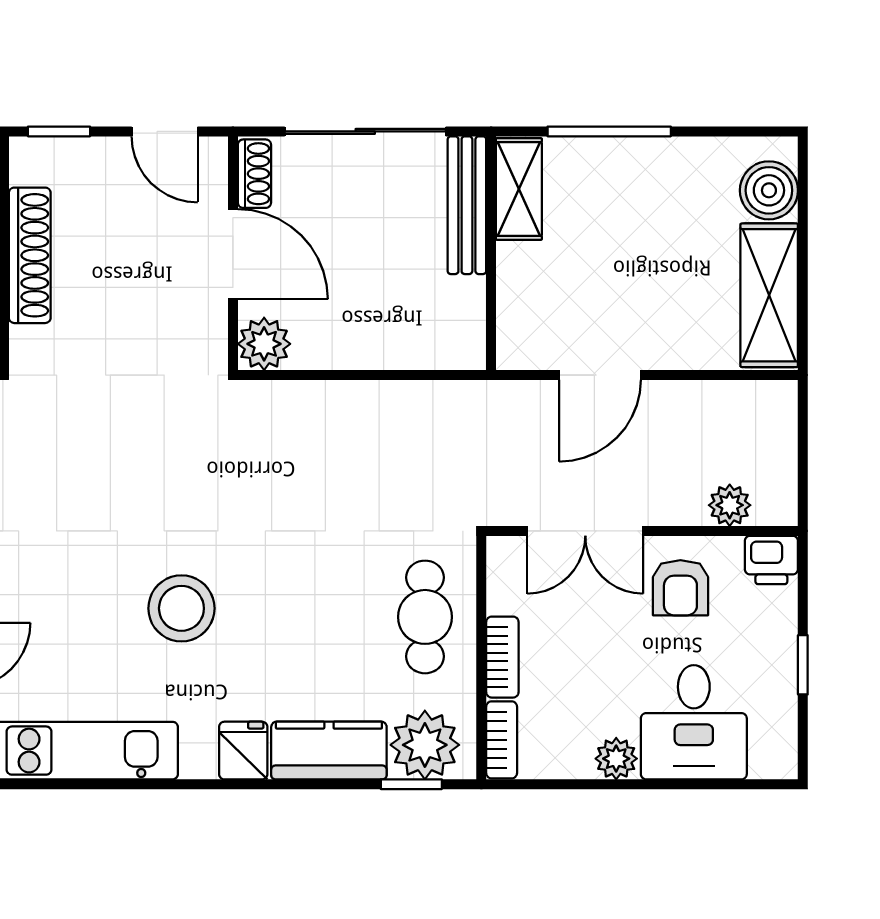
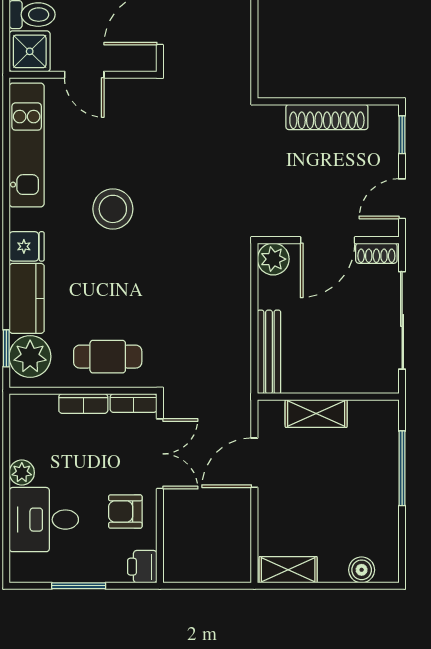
shelving: (519, 189) -> (316, 414), moved
boiler: (769, 190) -> (362, 570), width x0.73, depth x0.73
bench: (467, 205) -> (269, 352), moved, turned 90
shelving: (769, 295) -> (288, 570), width x0.67, depth x0.75
door: (600, 375) -> (254, 463), hinge flipped
plant: (730, 505) -> (175, 541), removed
double door: (585, 531) -> (160, 454), swing flipped
window: (803, 665) -> (79, 586), width x1.50
bookcase: (502, 740) -> (134, 403), moved

